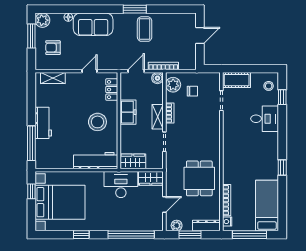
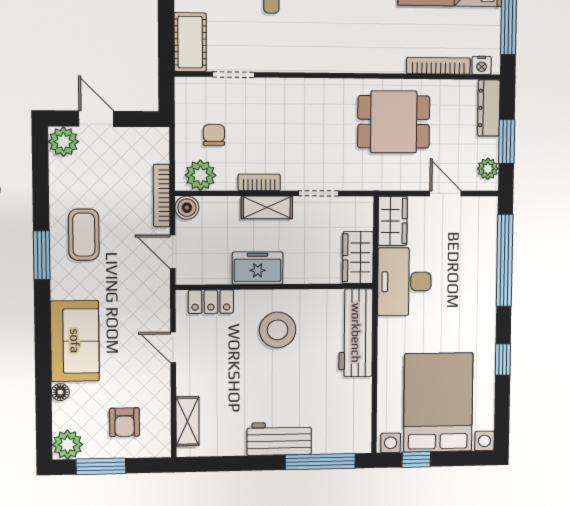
plant: (189, 20) -> (64, 142), added
coffee table: (145, 29) -> (84, 235), turned 90

